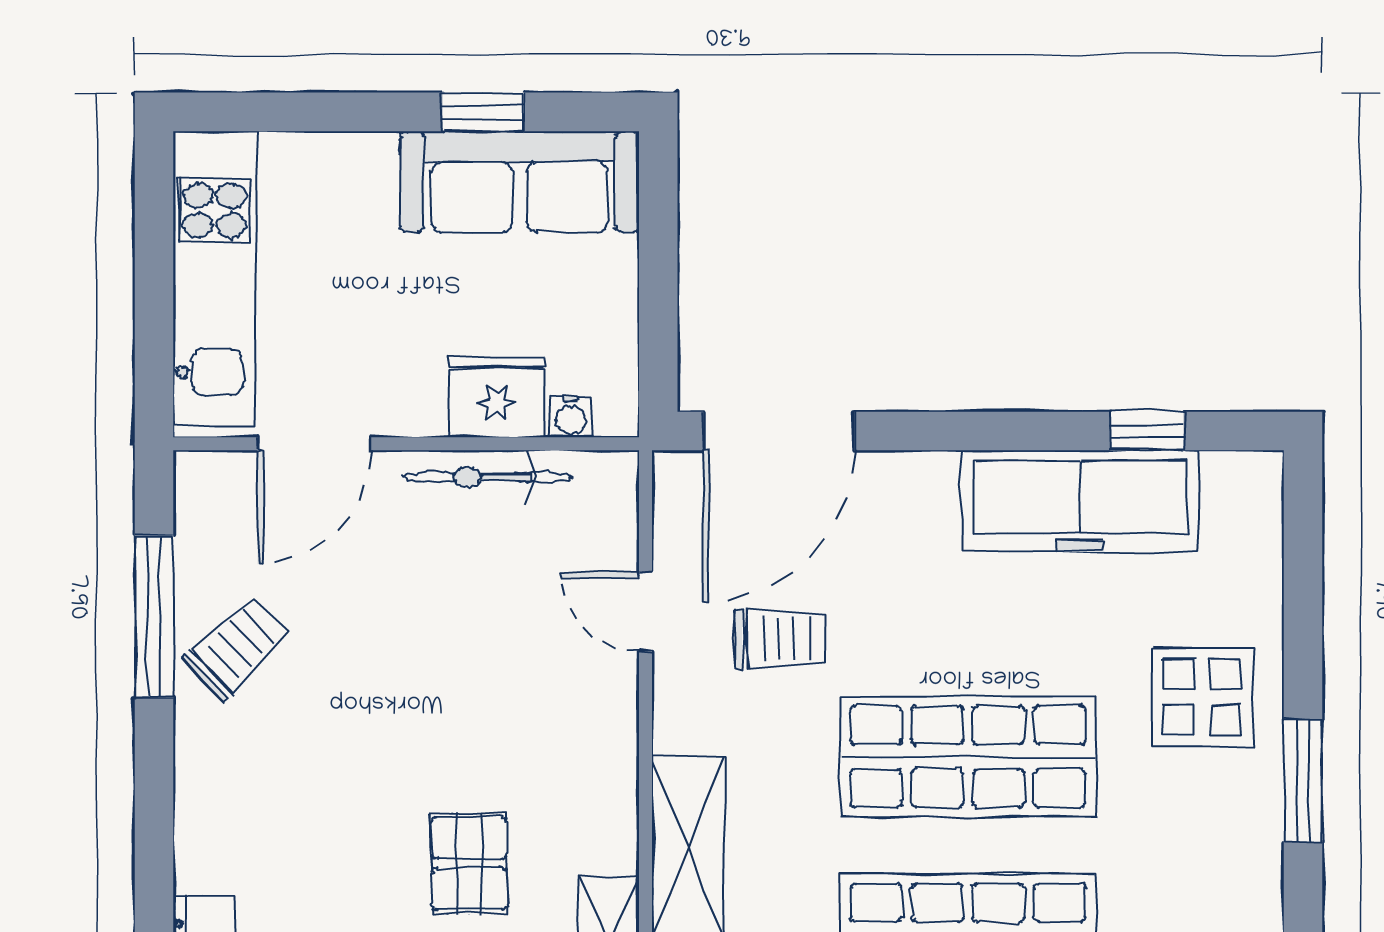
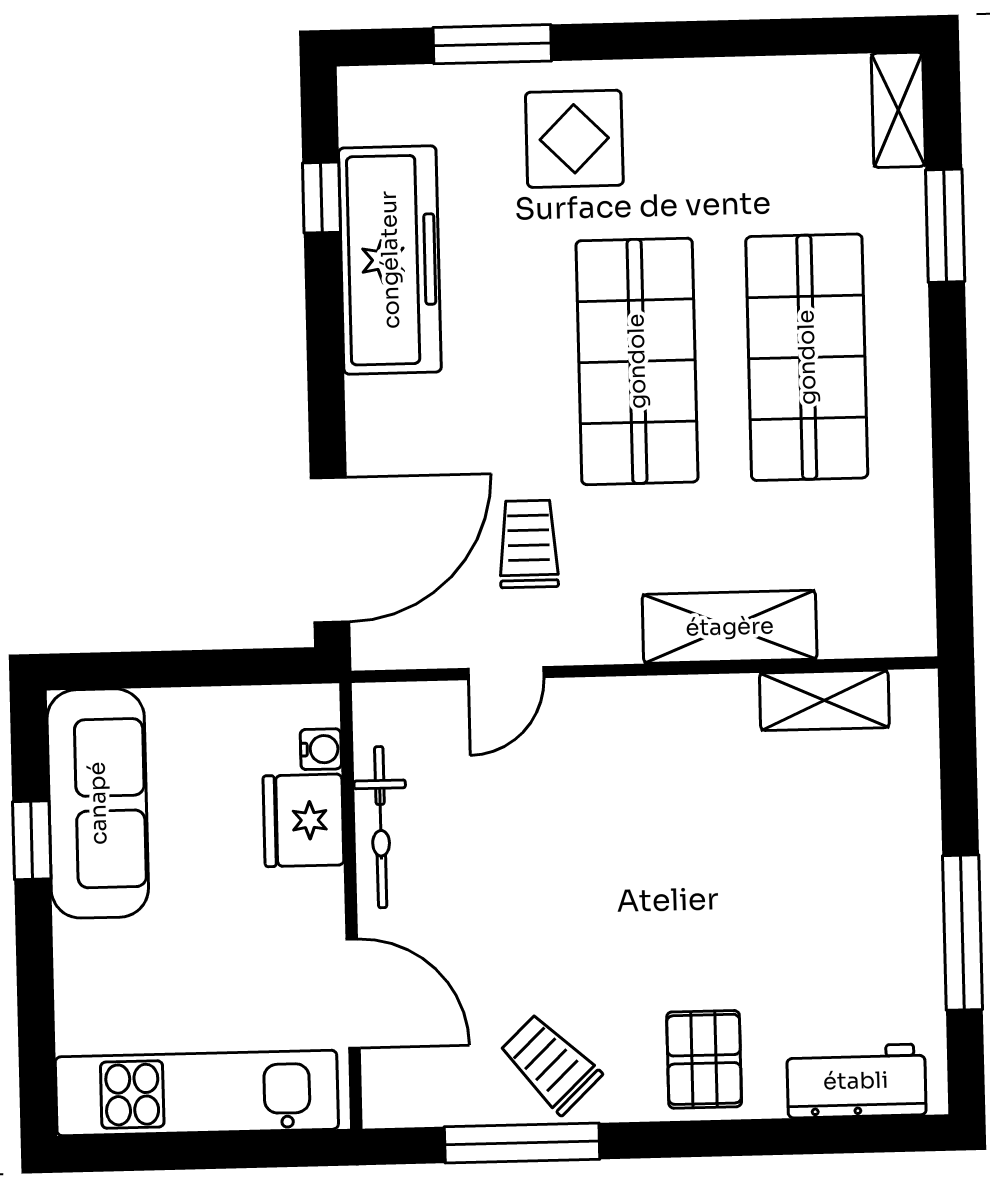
door: (779, 431) -> (330, 550), hinge flipped
window: (1303, 781) -> (492, 44), moved
pallet: (469, 863) -> (704, 1059), moved, turned 90

